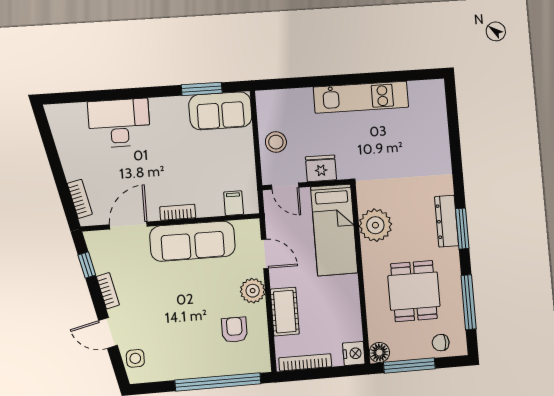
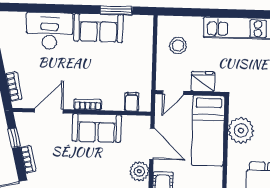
sofa: (220, 111) -> (99, 28), moved
stool: (276, 142) -> (178, 45), moved
door: (285, 186) -> (173, 93), hinge flipped
sofa: (192, 241) -> (97, 128), width x0.73
door: (265, 254) -> (152, 144), width x1.37

